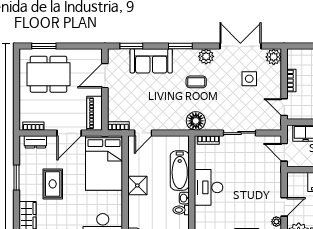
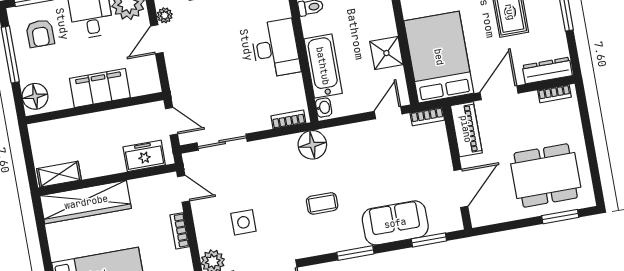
plant: (206, 56) -> (314, 244), removed
sliding door: (240, 133) -> (222, 142), moved
dresser: (35, 142) -> (547, 71), width x1.44
shower: (137, 185) -> (386, 53), moved
washbasin: (184, 198) -> (324, 108), moved

